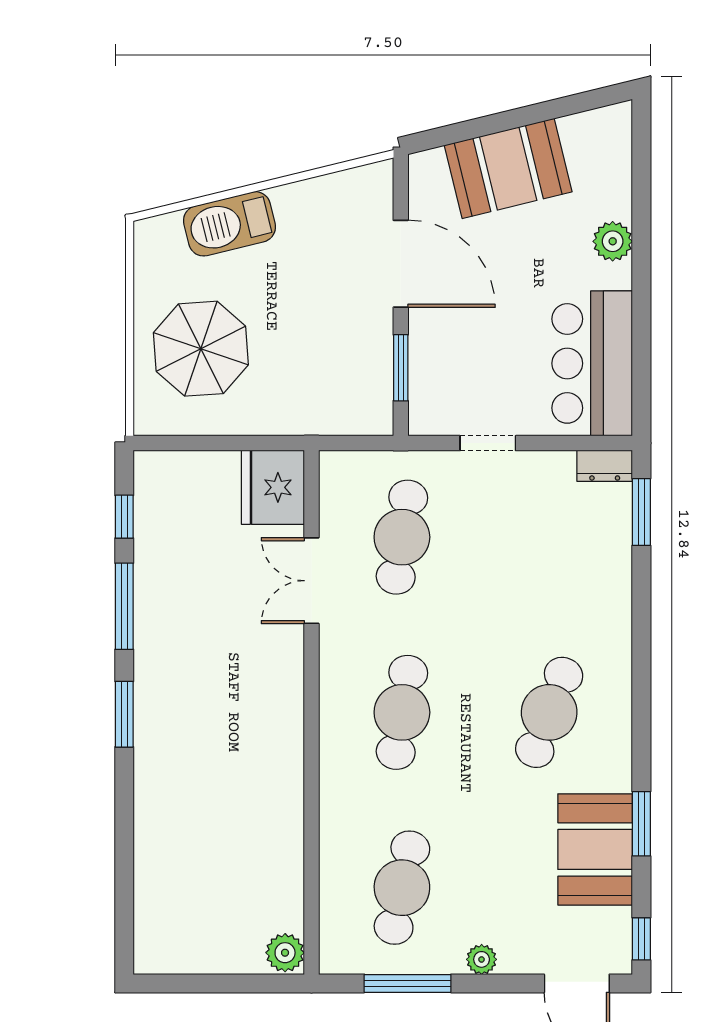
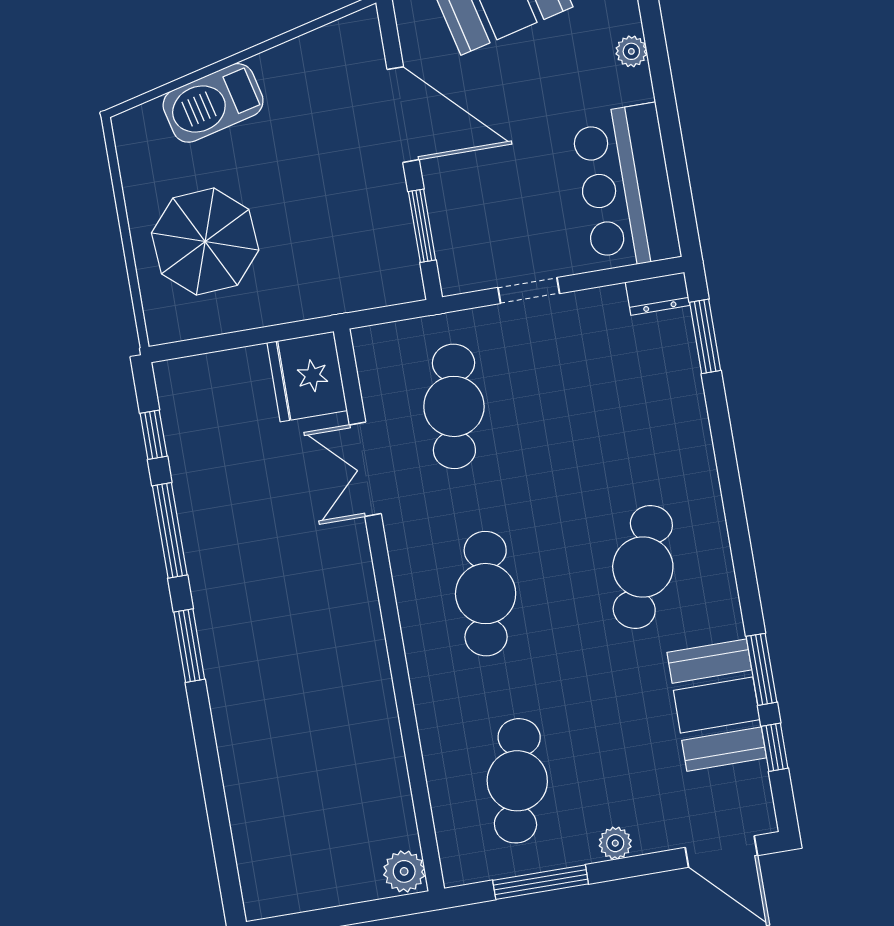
plant: (613, 241) -> (631, 51), width x0.73, depth x0.73
window: (641, 939) -> (775, 747), moved

